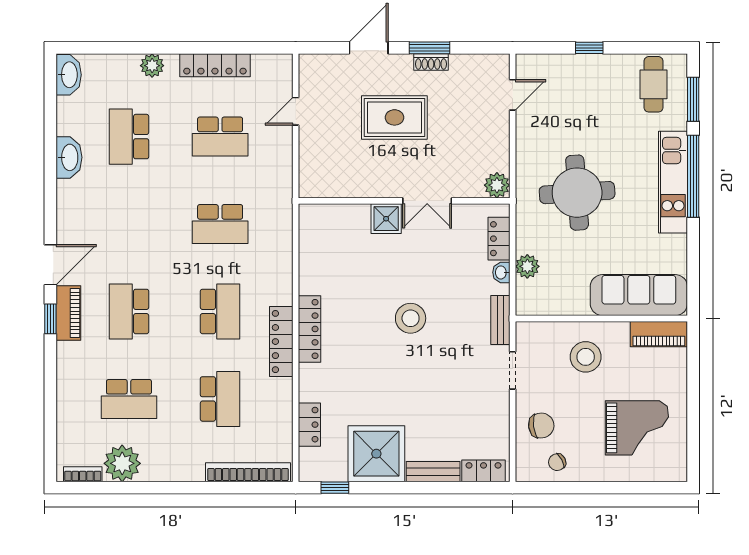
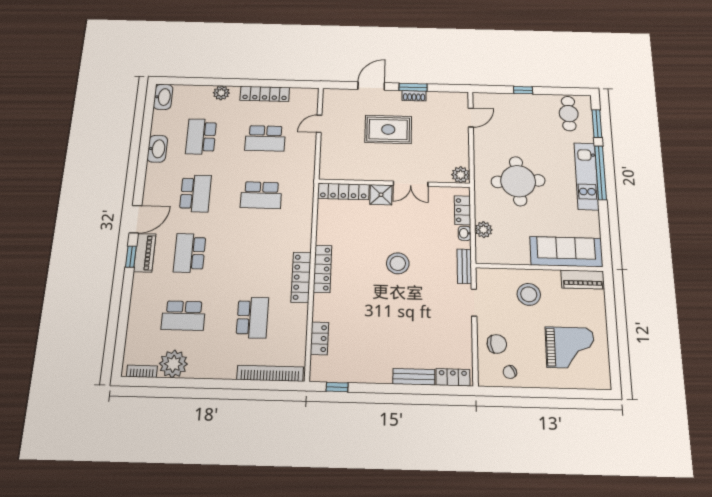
locker: (334, 215) -> (343, 192), added
school desk: (220, 311) -> (195, 193), moved
shower: (376, 454) -> (370, 362), removed

